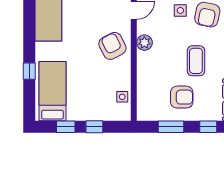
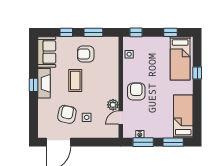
plant: (144, 43) -> (113, 105), moved
armchair: (112, 46) -> (136, 91), turned -153
window: (94, 127) -> (136, 32), moved

